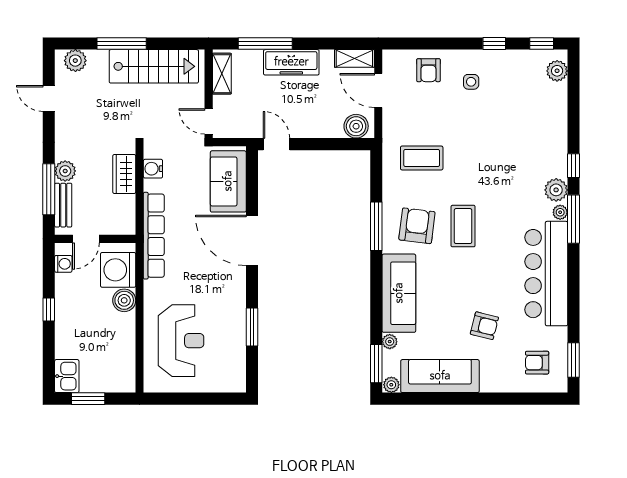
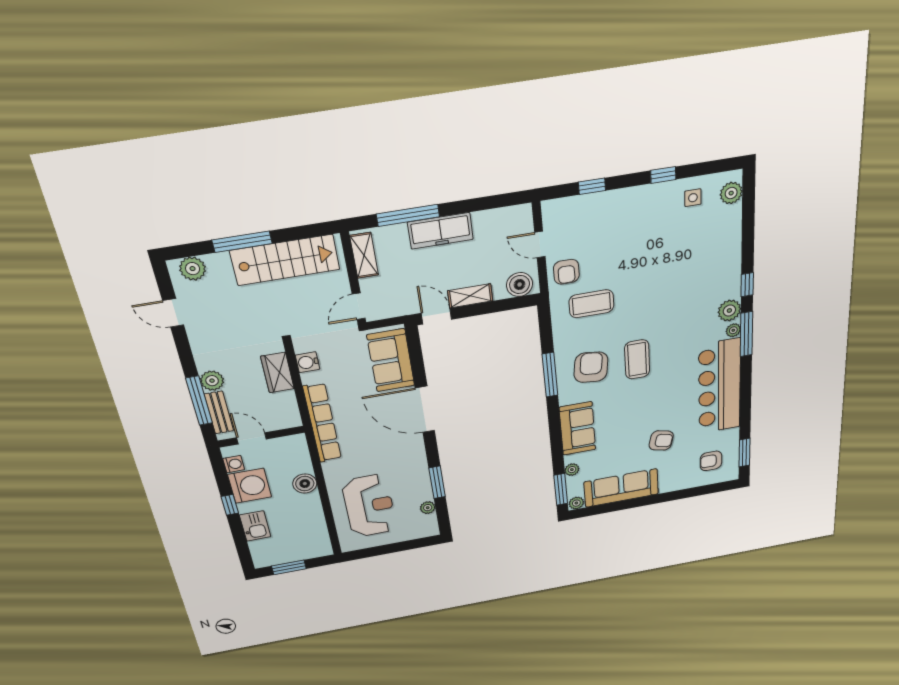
window: (542, 44) -> (592, 186), moved
shelving: (354, 58) -> (470, 296), moved
armchair: (428, 70) -> (566, 272), moved
side table: (471, 82) -> (693, 198), moved
door: (378, 90) -> (540, 245), width x0.73
door: (209, 121) -> (359, 306), hinge flipped
door: (86, 239) -> (251, 438), swing flipped
washing machine: (118, 270) -> (250, 486), moved, turned 180
sofa: (399, 293) -> (577, 429), width x0.73
plant: (238, 356) -> (428, 508), added
kitchen sink: (67, 376) -> (255, 526), moved

